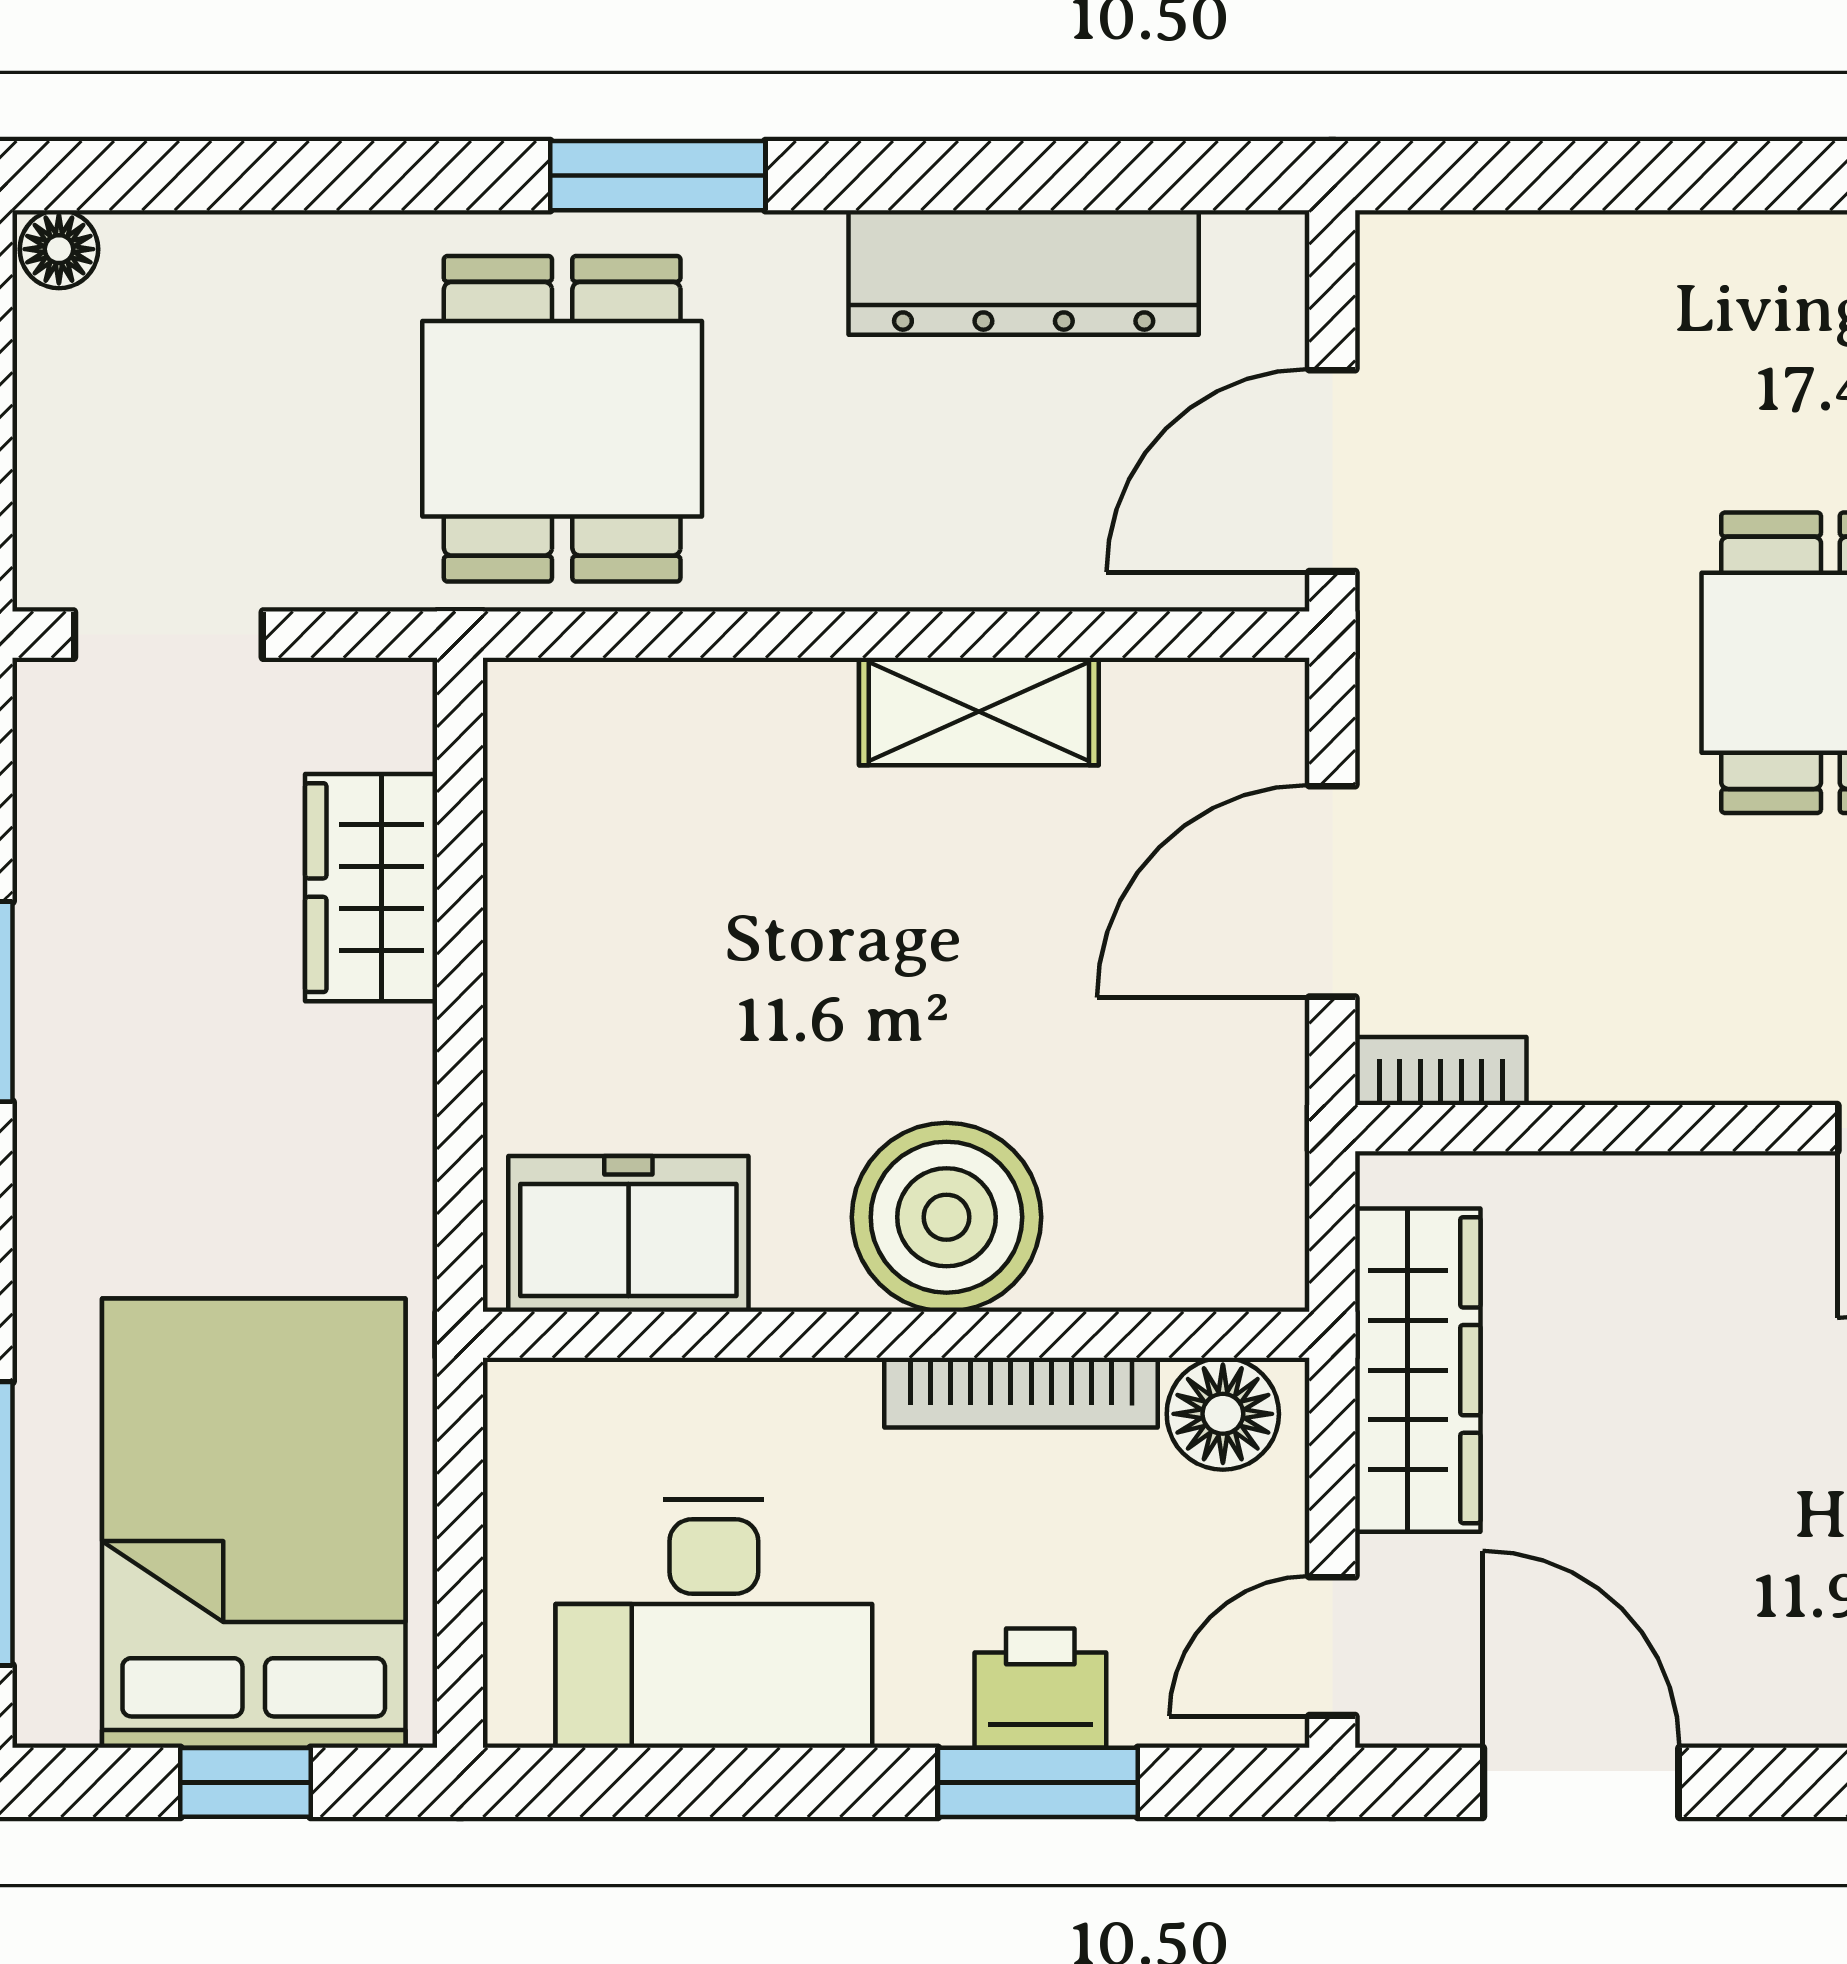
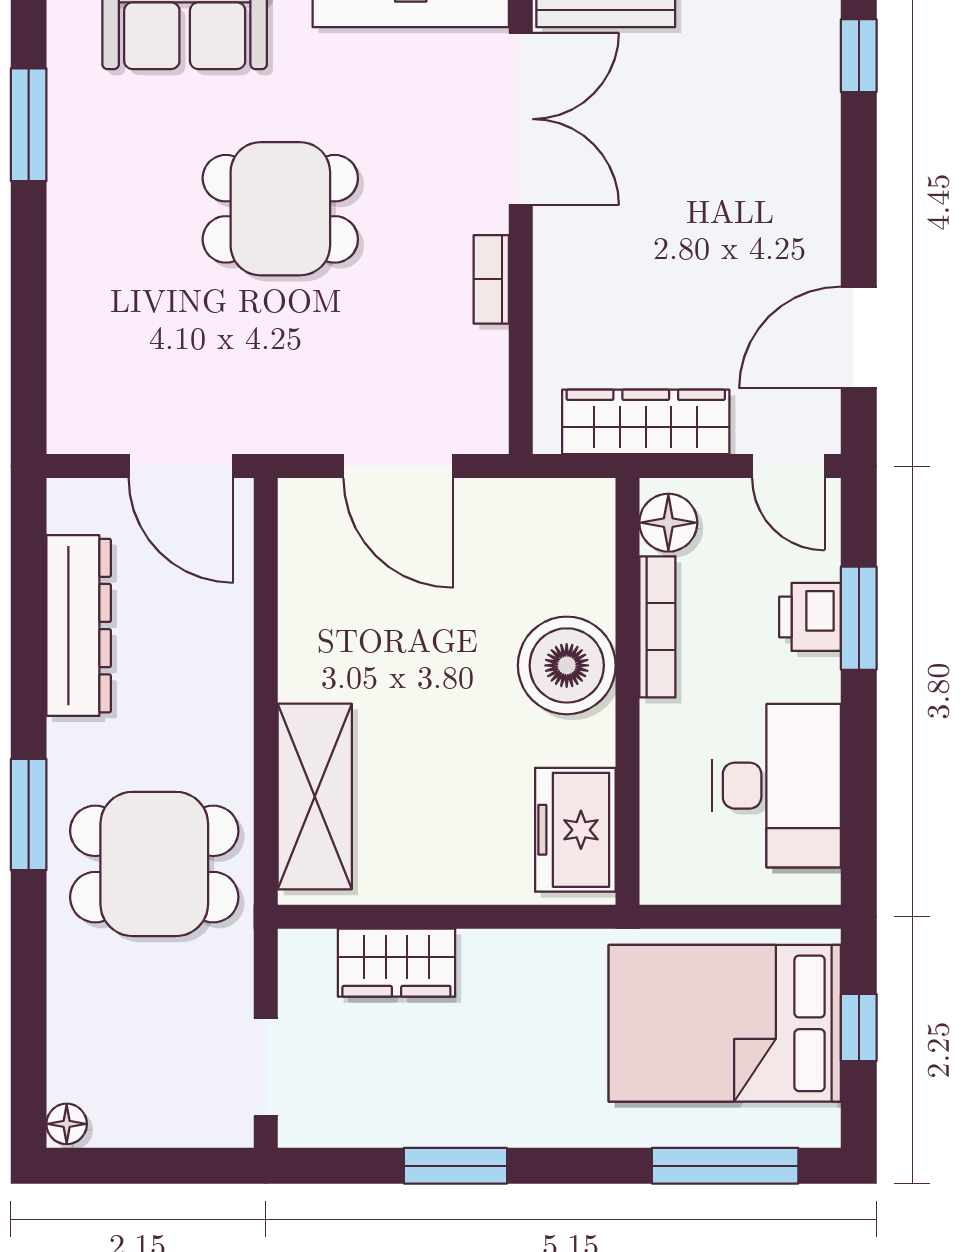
shelving: (979, 711) -> (315, 796), moved, width x1.50, depth x1.33
bookcase: (1441, 1071) -> (491, 279), moved

